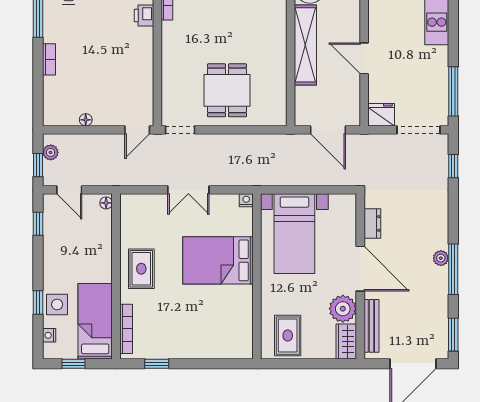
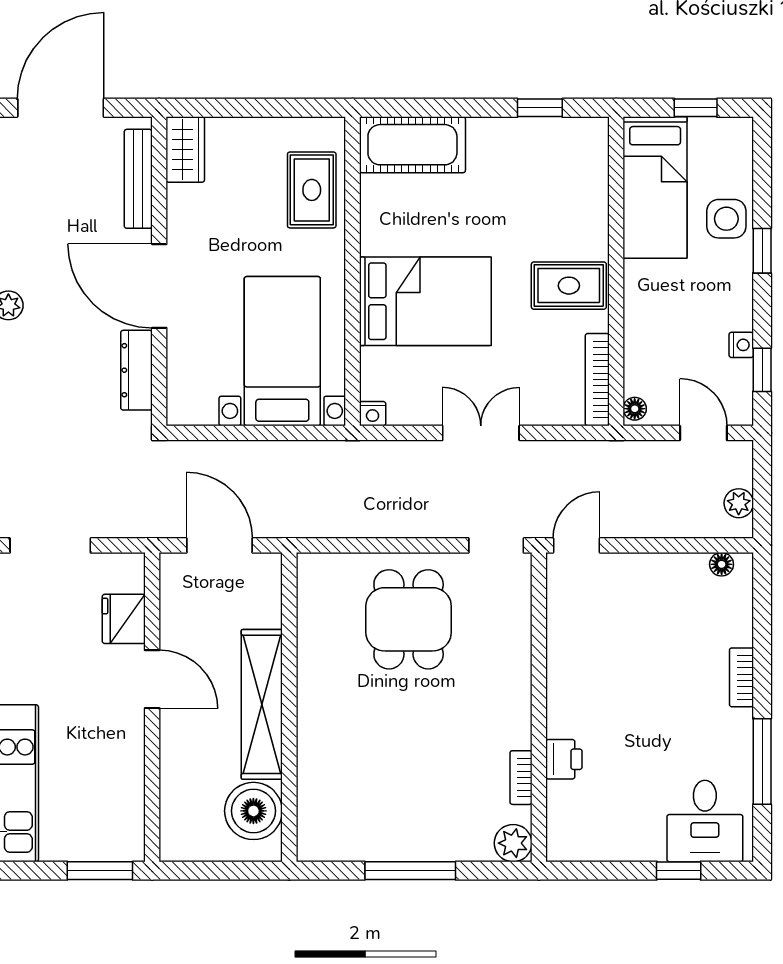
fridge: (381, 115) -> (124, 619), moved, turned 90
floor lamp: (86, 120) -> (722, 564), moved
window: (38, 165) -> (762, 479), removed
dresser: (372, 224) -> (137, 370), width x1.44
rug: (141, 269) -> (569, 286), turned 90
window: (38, 302) -> (762, 251), moved
plant: (343, 309) -> (192, 211), removed
bookcase: (126, 329) -> (597, 380), moved
nightstand: (49, 335) -> (741, 345), moved
rug: (288, 336) -> (312, 190), moved
cot: (225, 344) -> (412, 145), added

